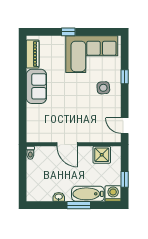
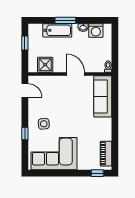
window: (68, 32) -> (97, 173), moved
sofa: (36, 86) -> (103, 96), moved, width x1.36
washing machine: (113, 194) -> (96, 31), moved

